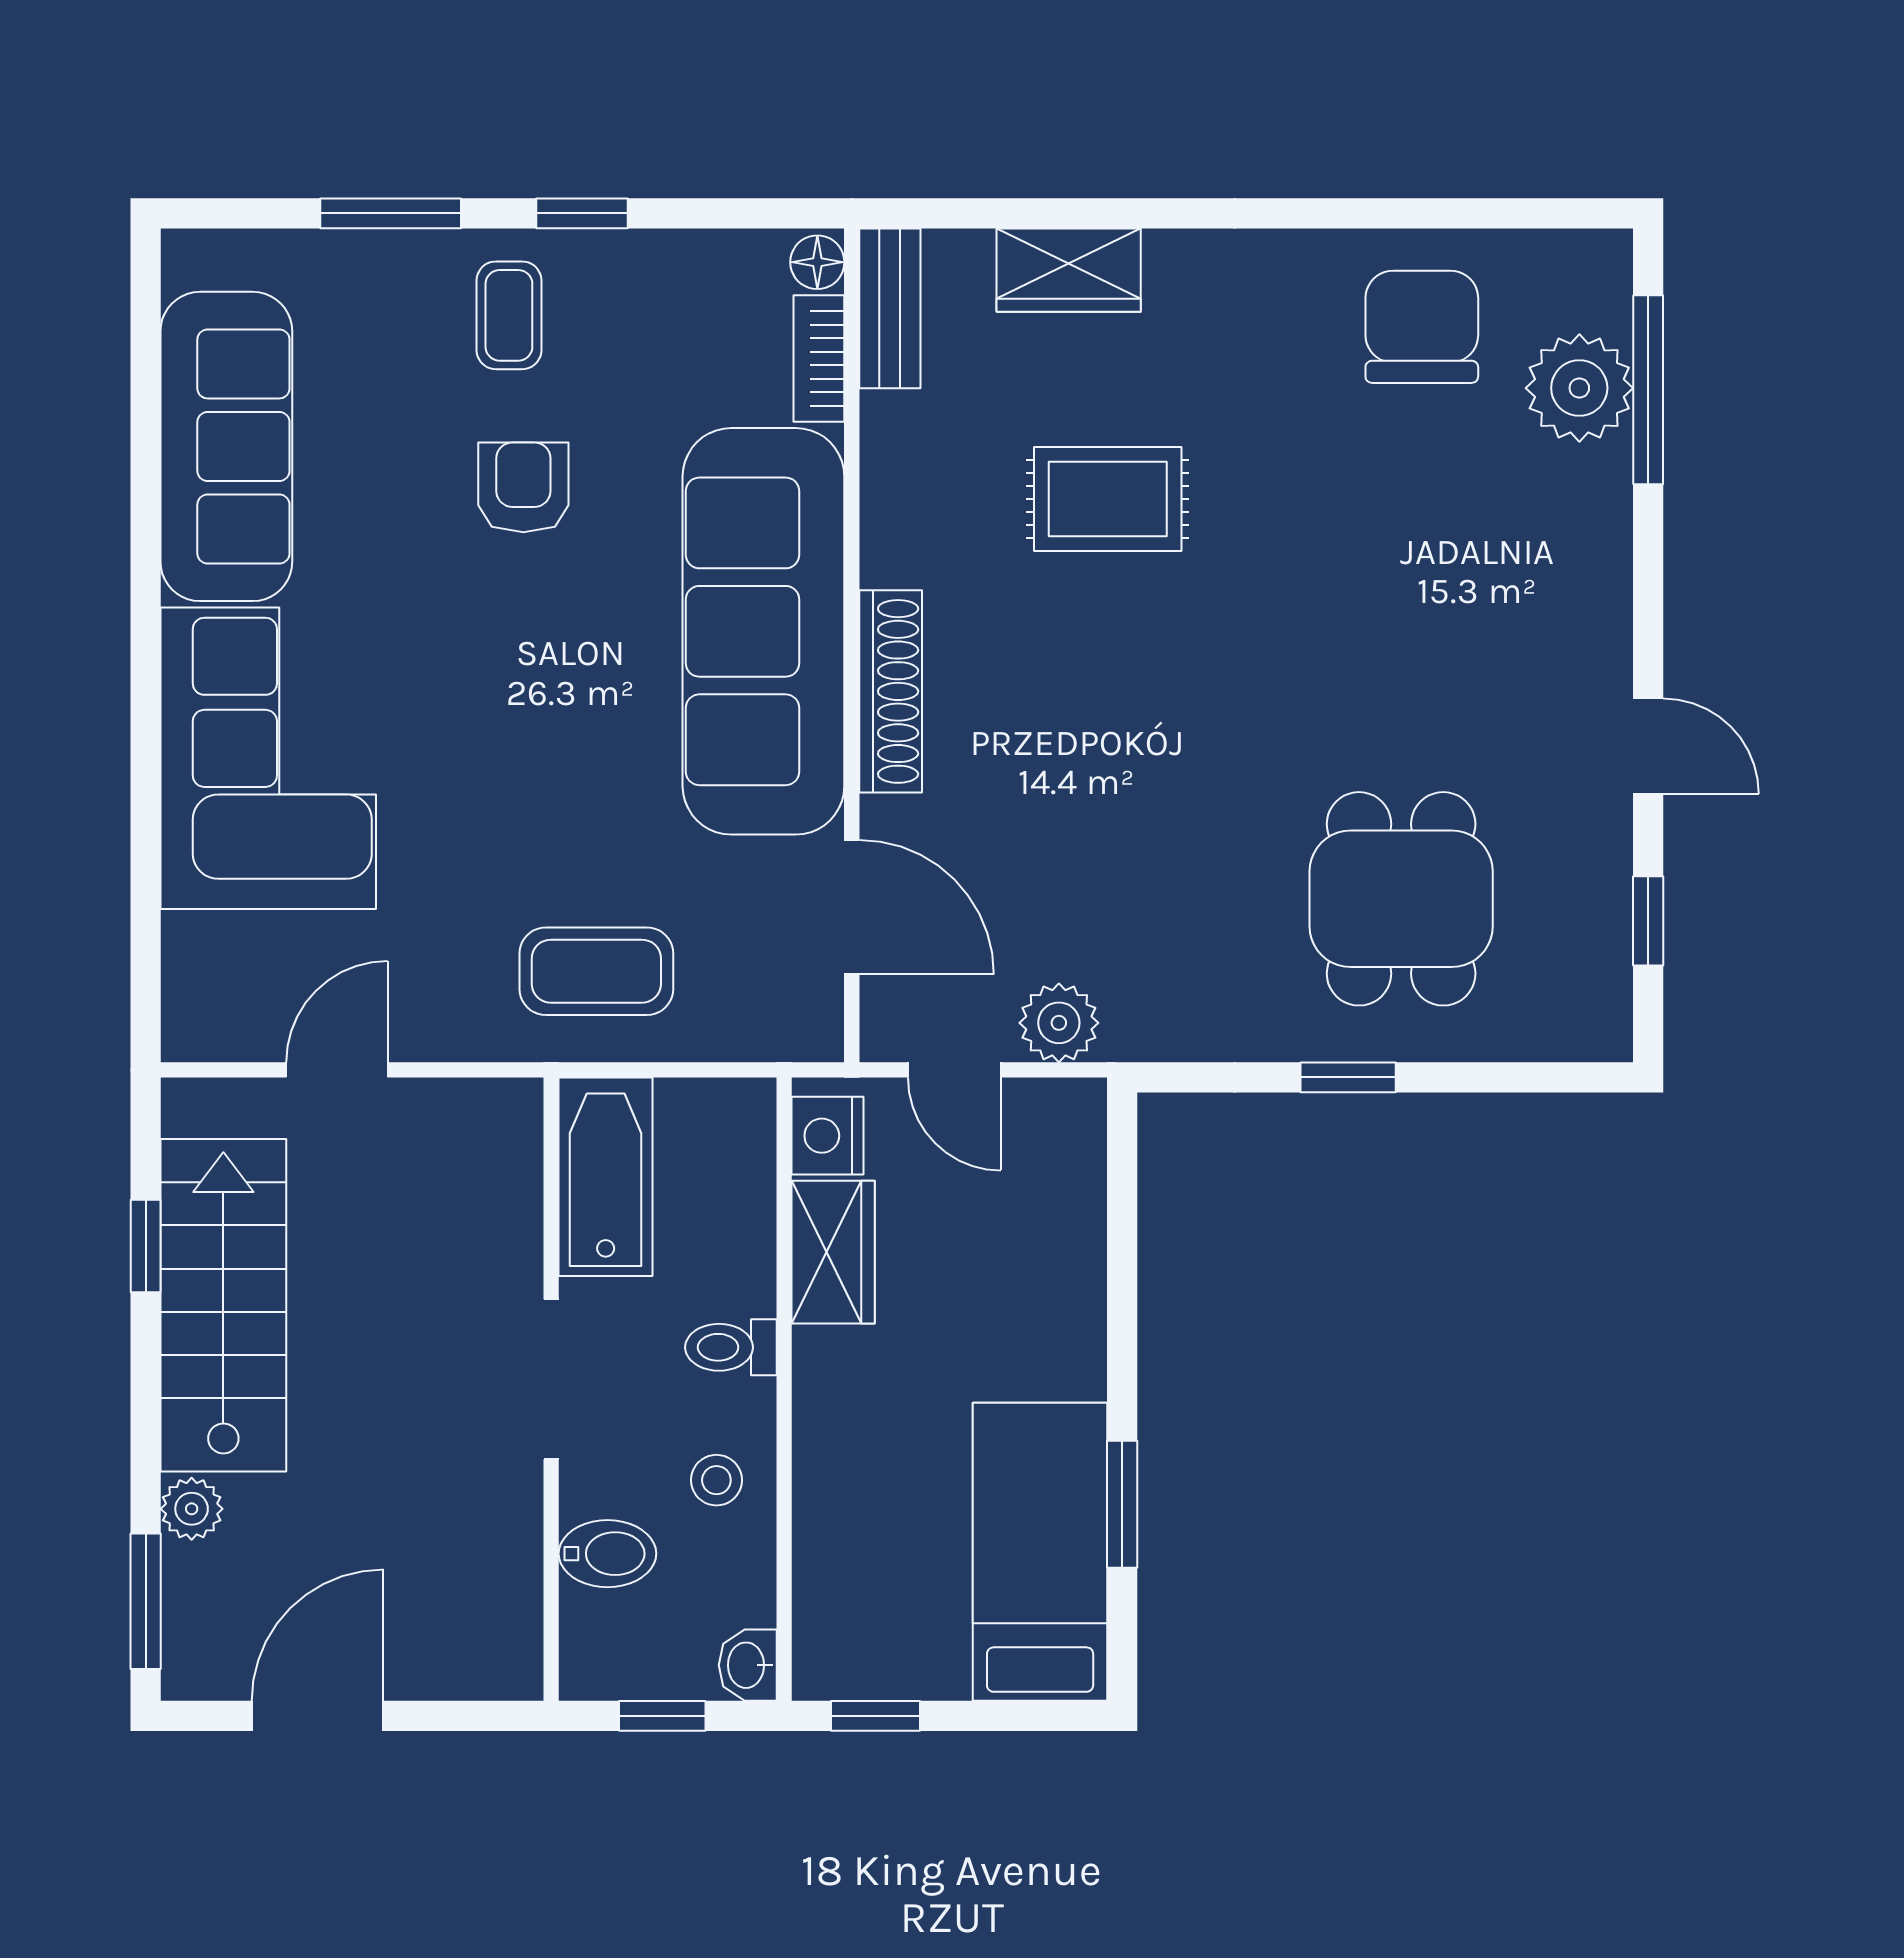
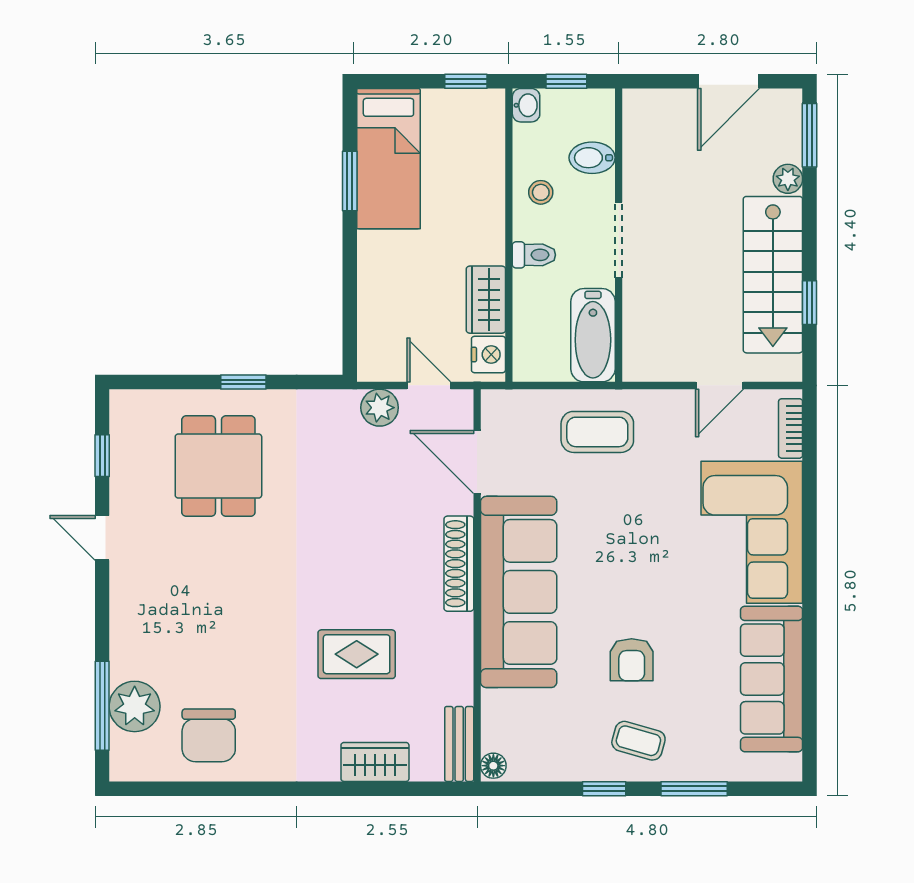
coffee table: (509, 315) -> (638, 741), turned -74
bookcase: (819, 359) -> (791, 428), moved, turned 180

